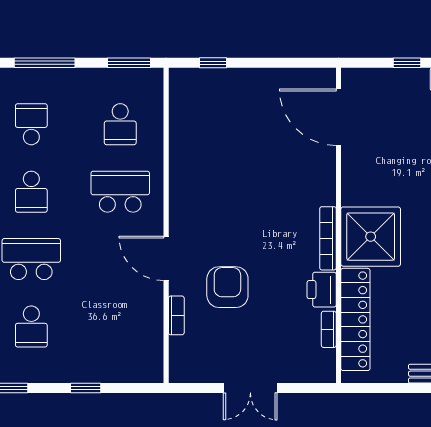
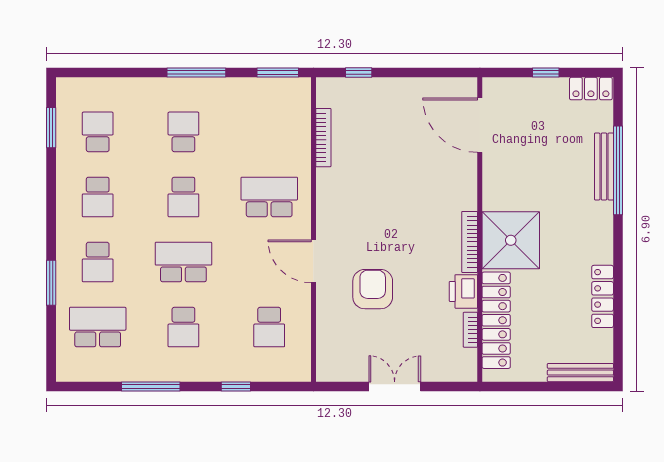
school desk: (120, 124) -> (269, 327), moved
bookcase: (176, 315) -> (323, 138), moved, width x1.56
double door: (250, 388) -> (395, 386), swing flipped

